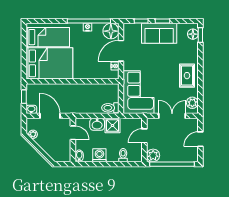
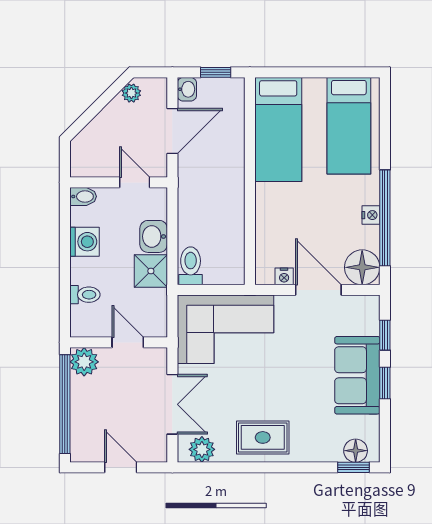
bed: (49, 63) -> (278, 129), width x0.67
door: (73, 133) -> (135, 182), swing flipped

